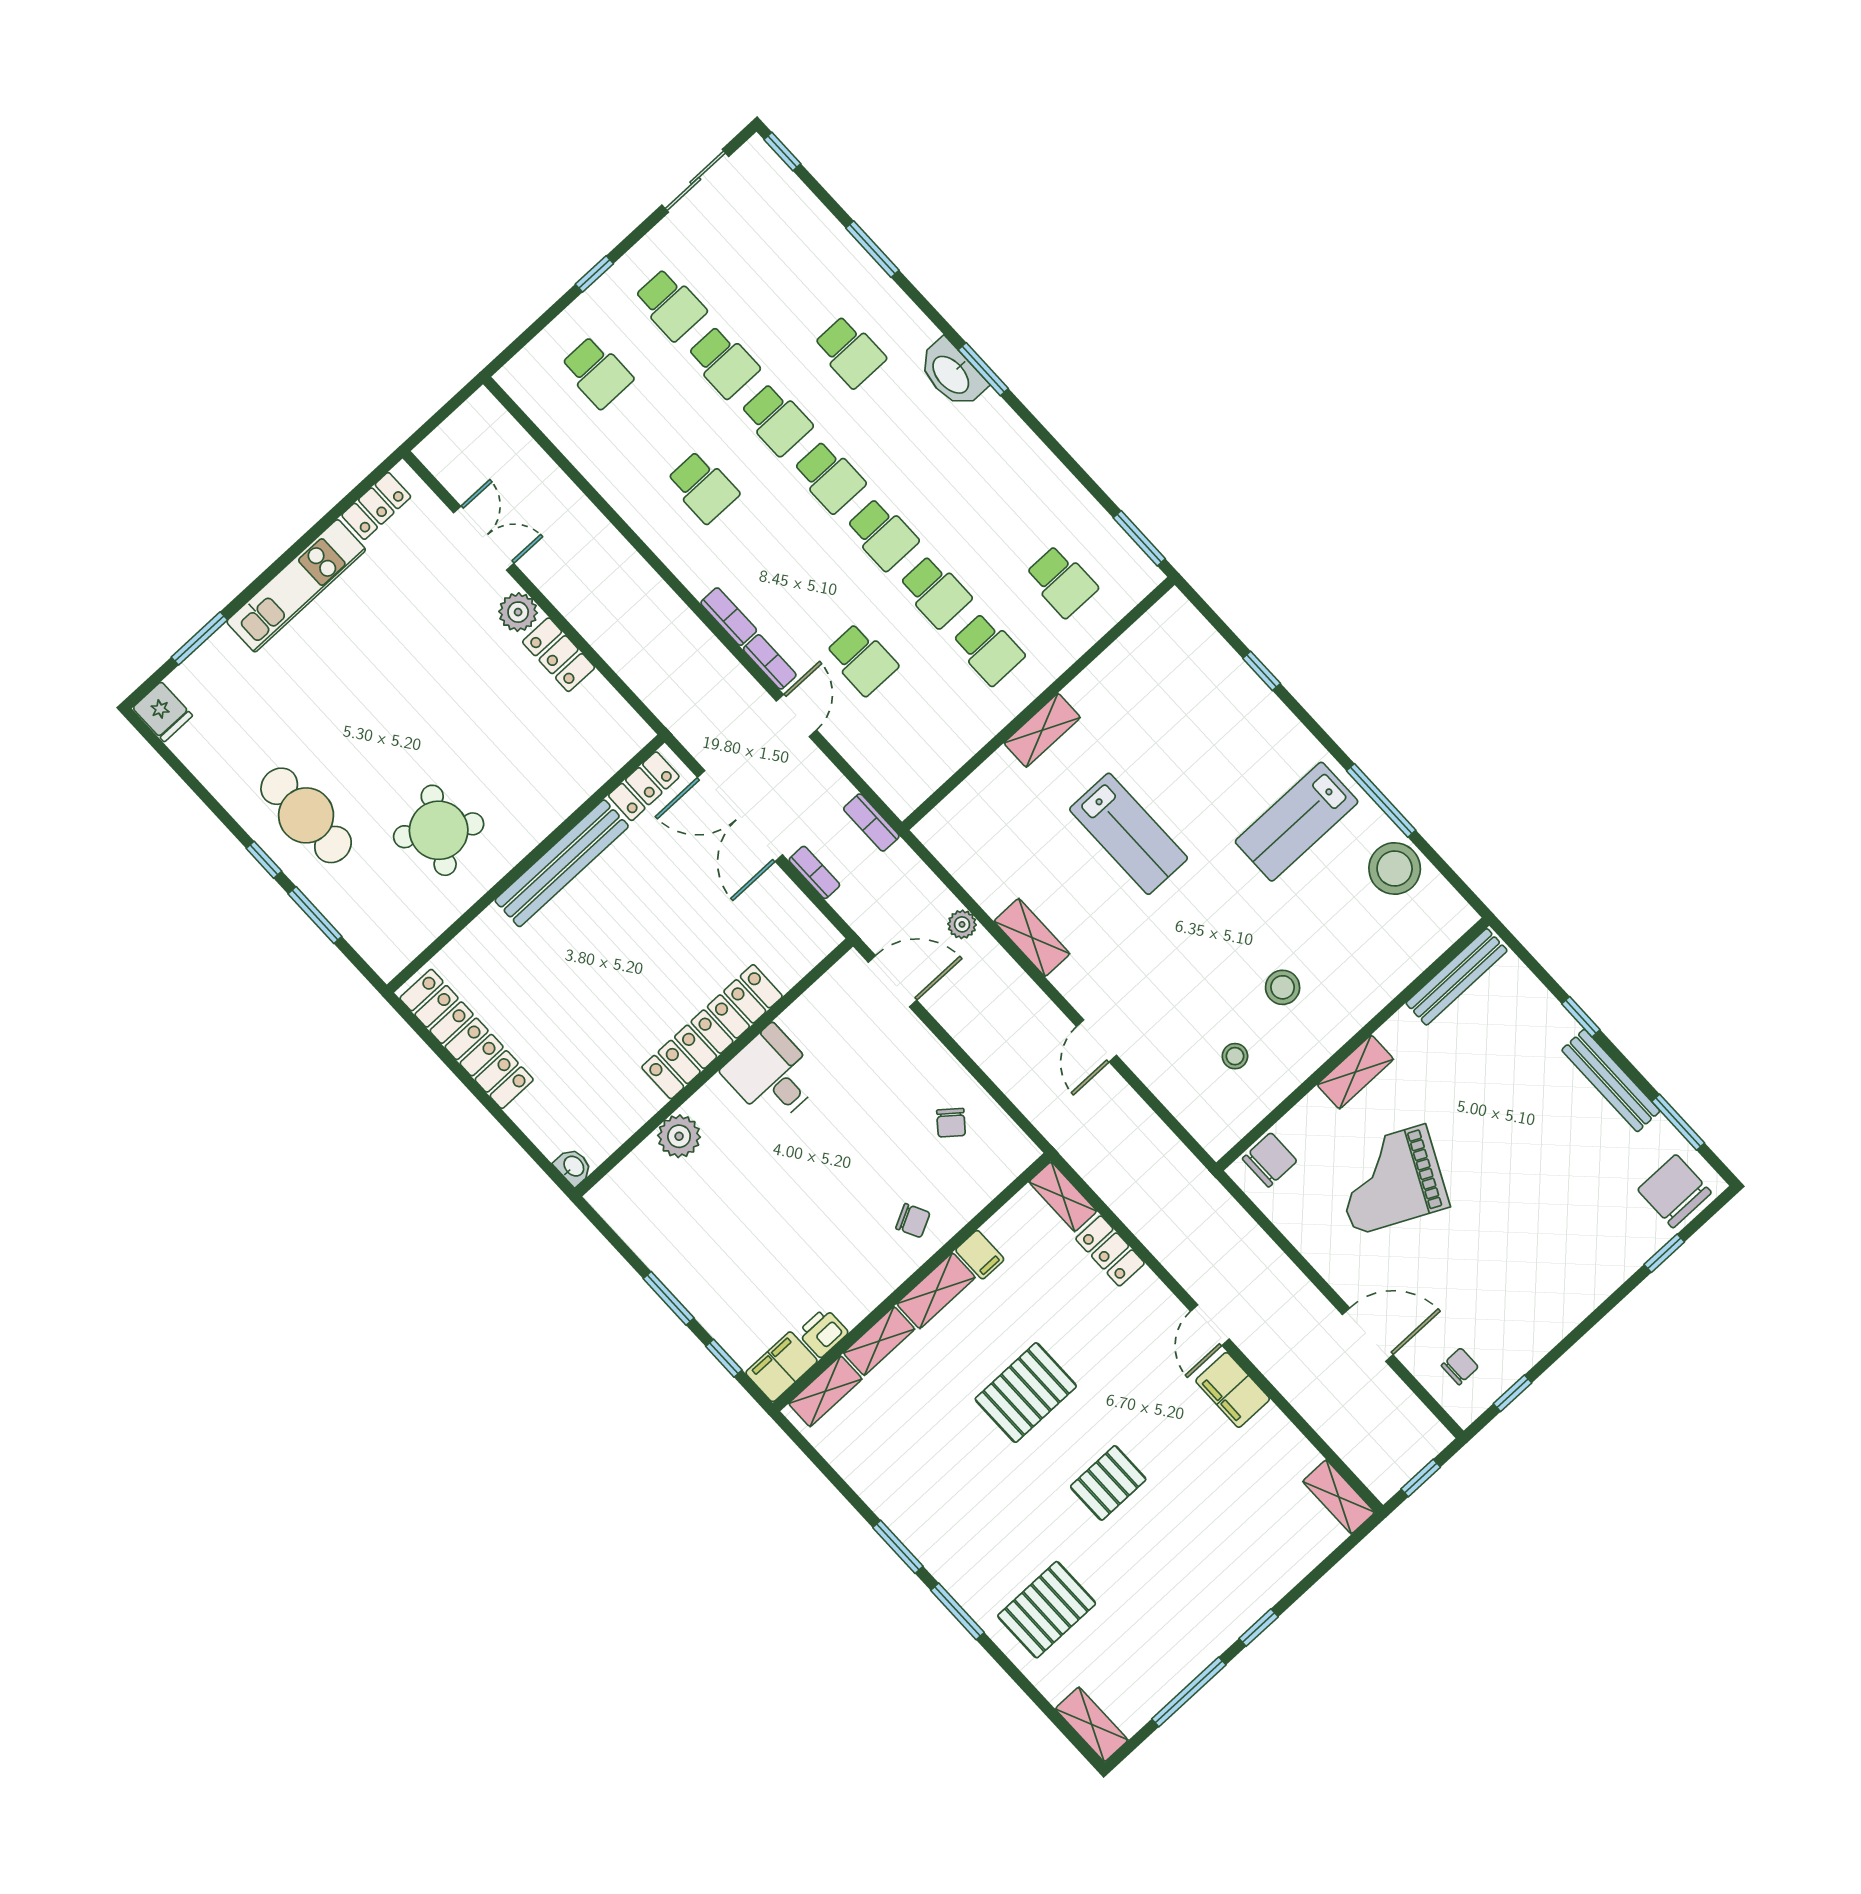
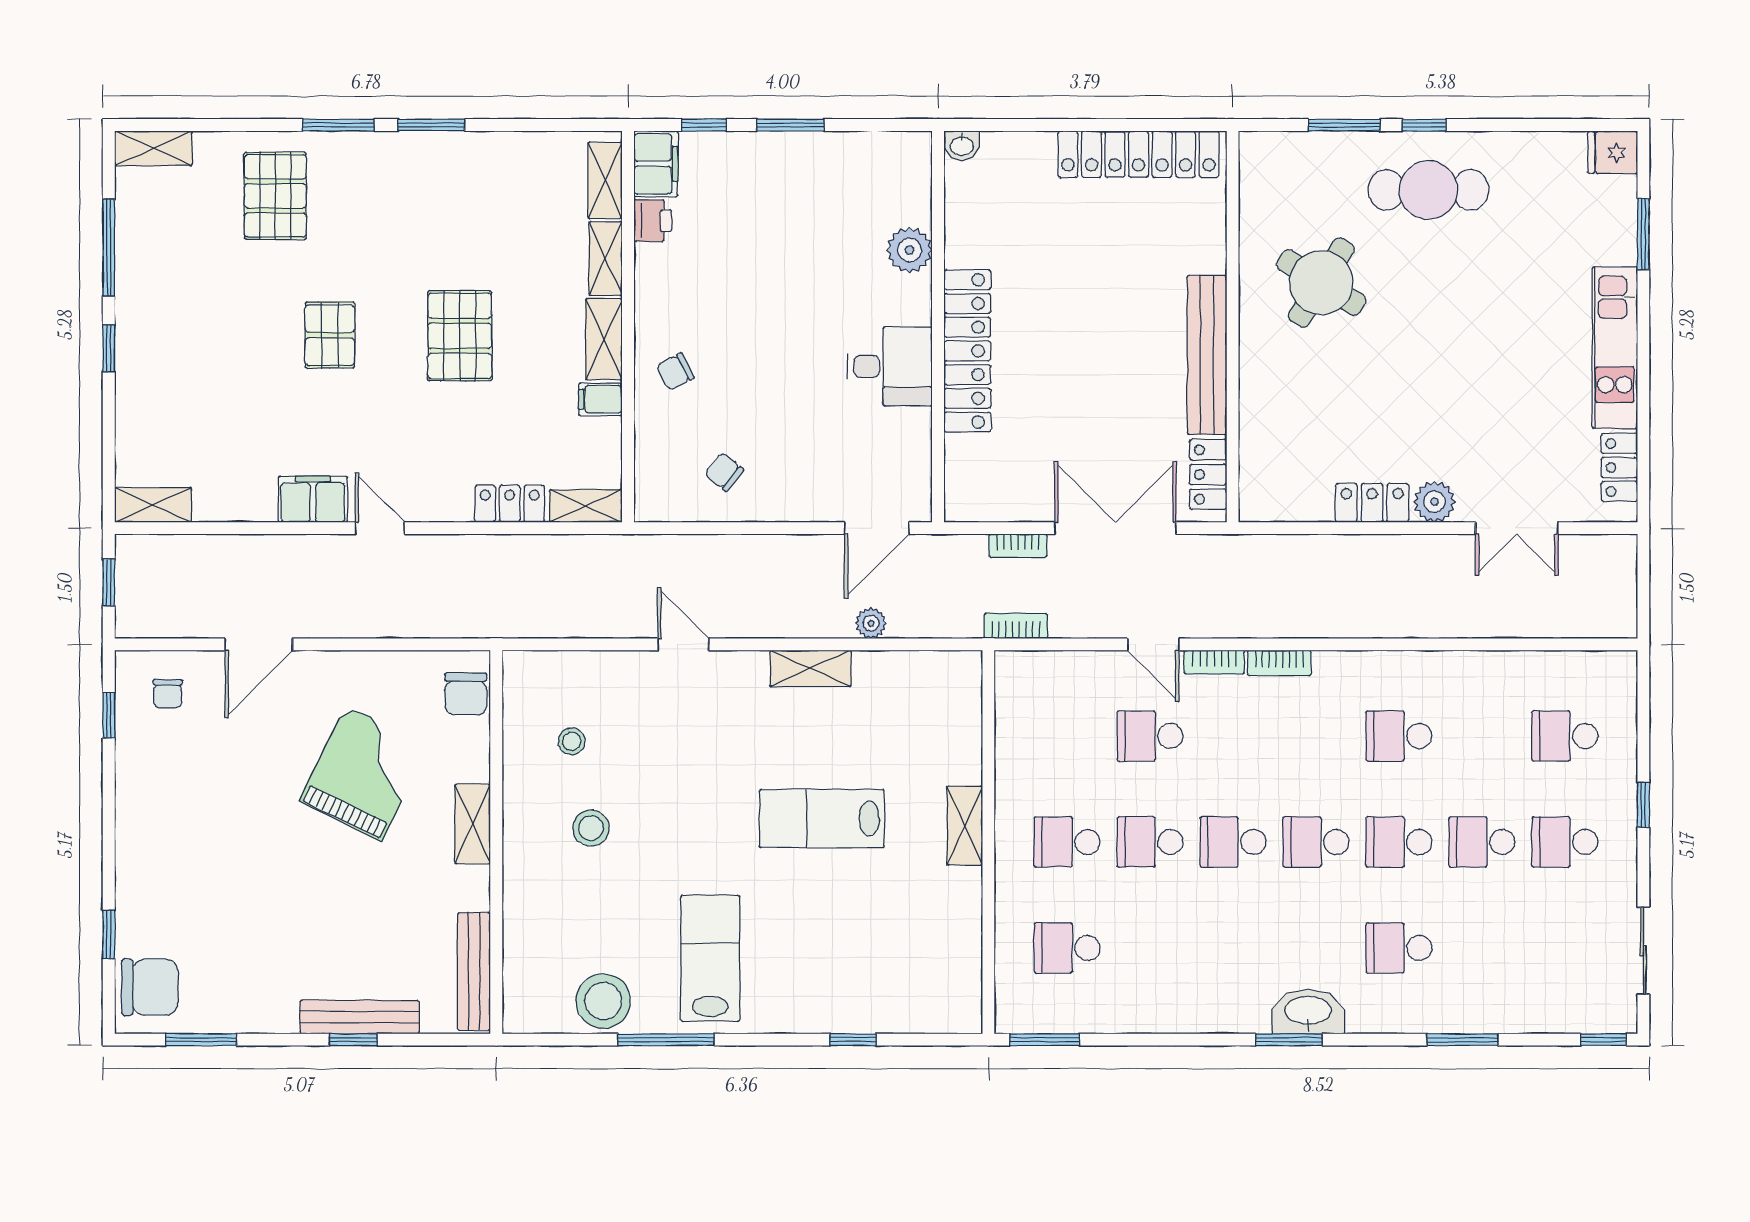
bench: (1611, 1081) -> (360, 1017), moved

